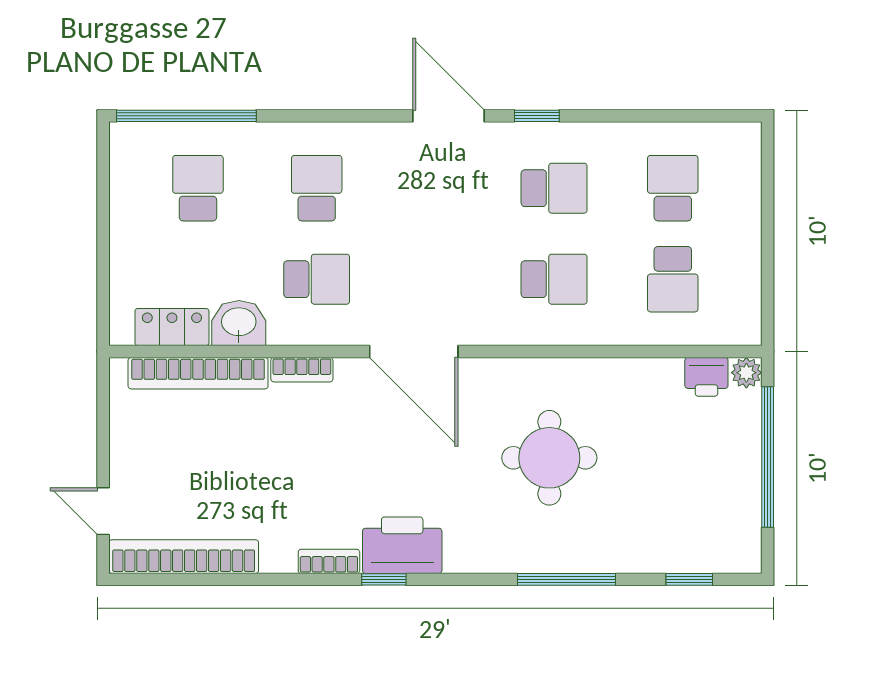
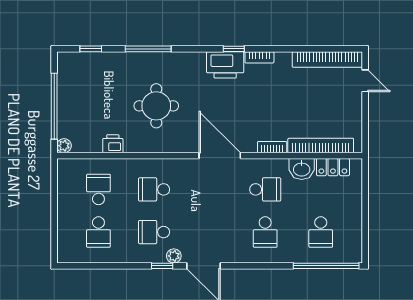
plant: (512, 137) -> (174, 256), added
school desk: (317, 279) -> (265, 189), turned 180
printer: (706, 377) -> (113, 144), moved

